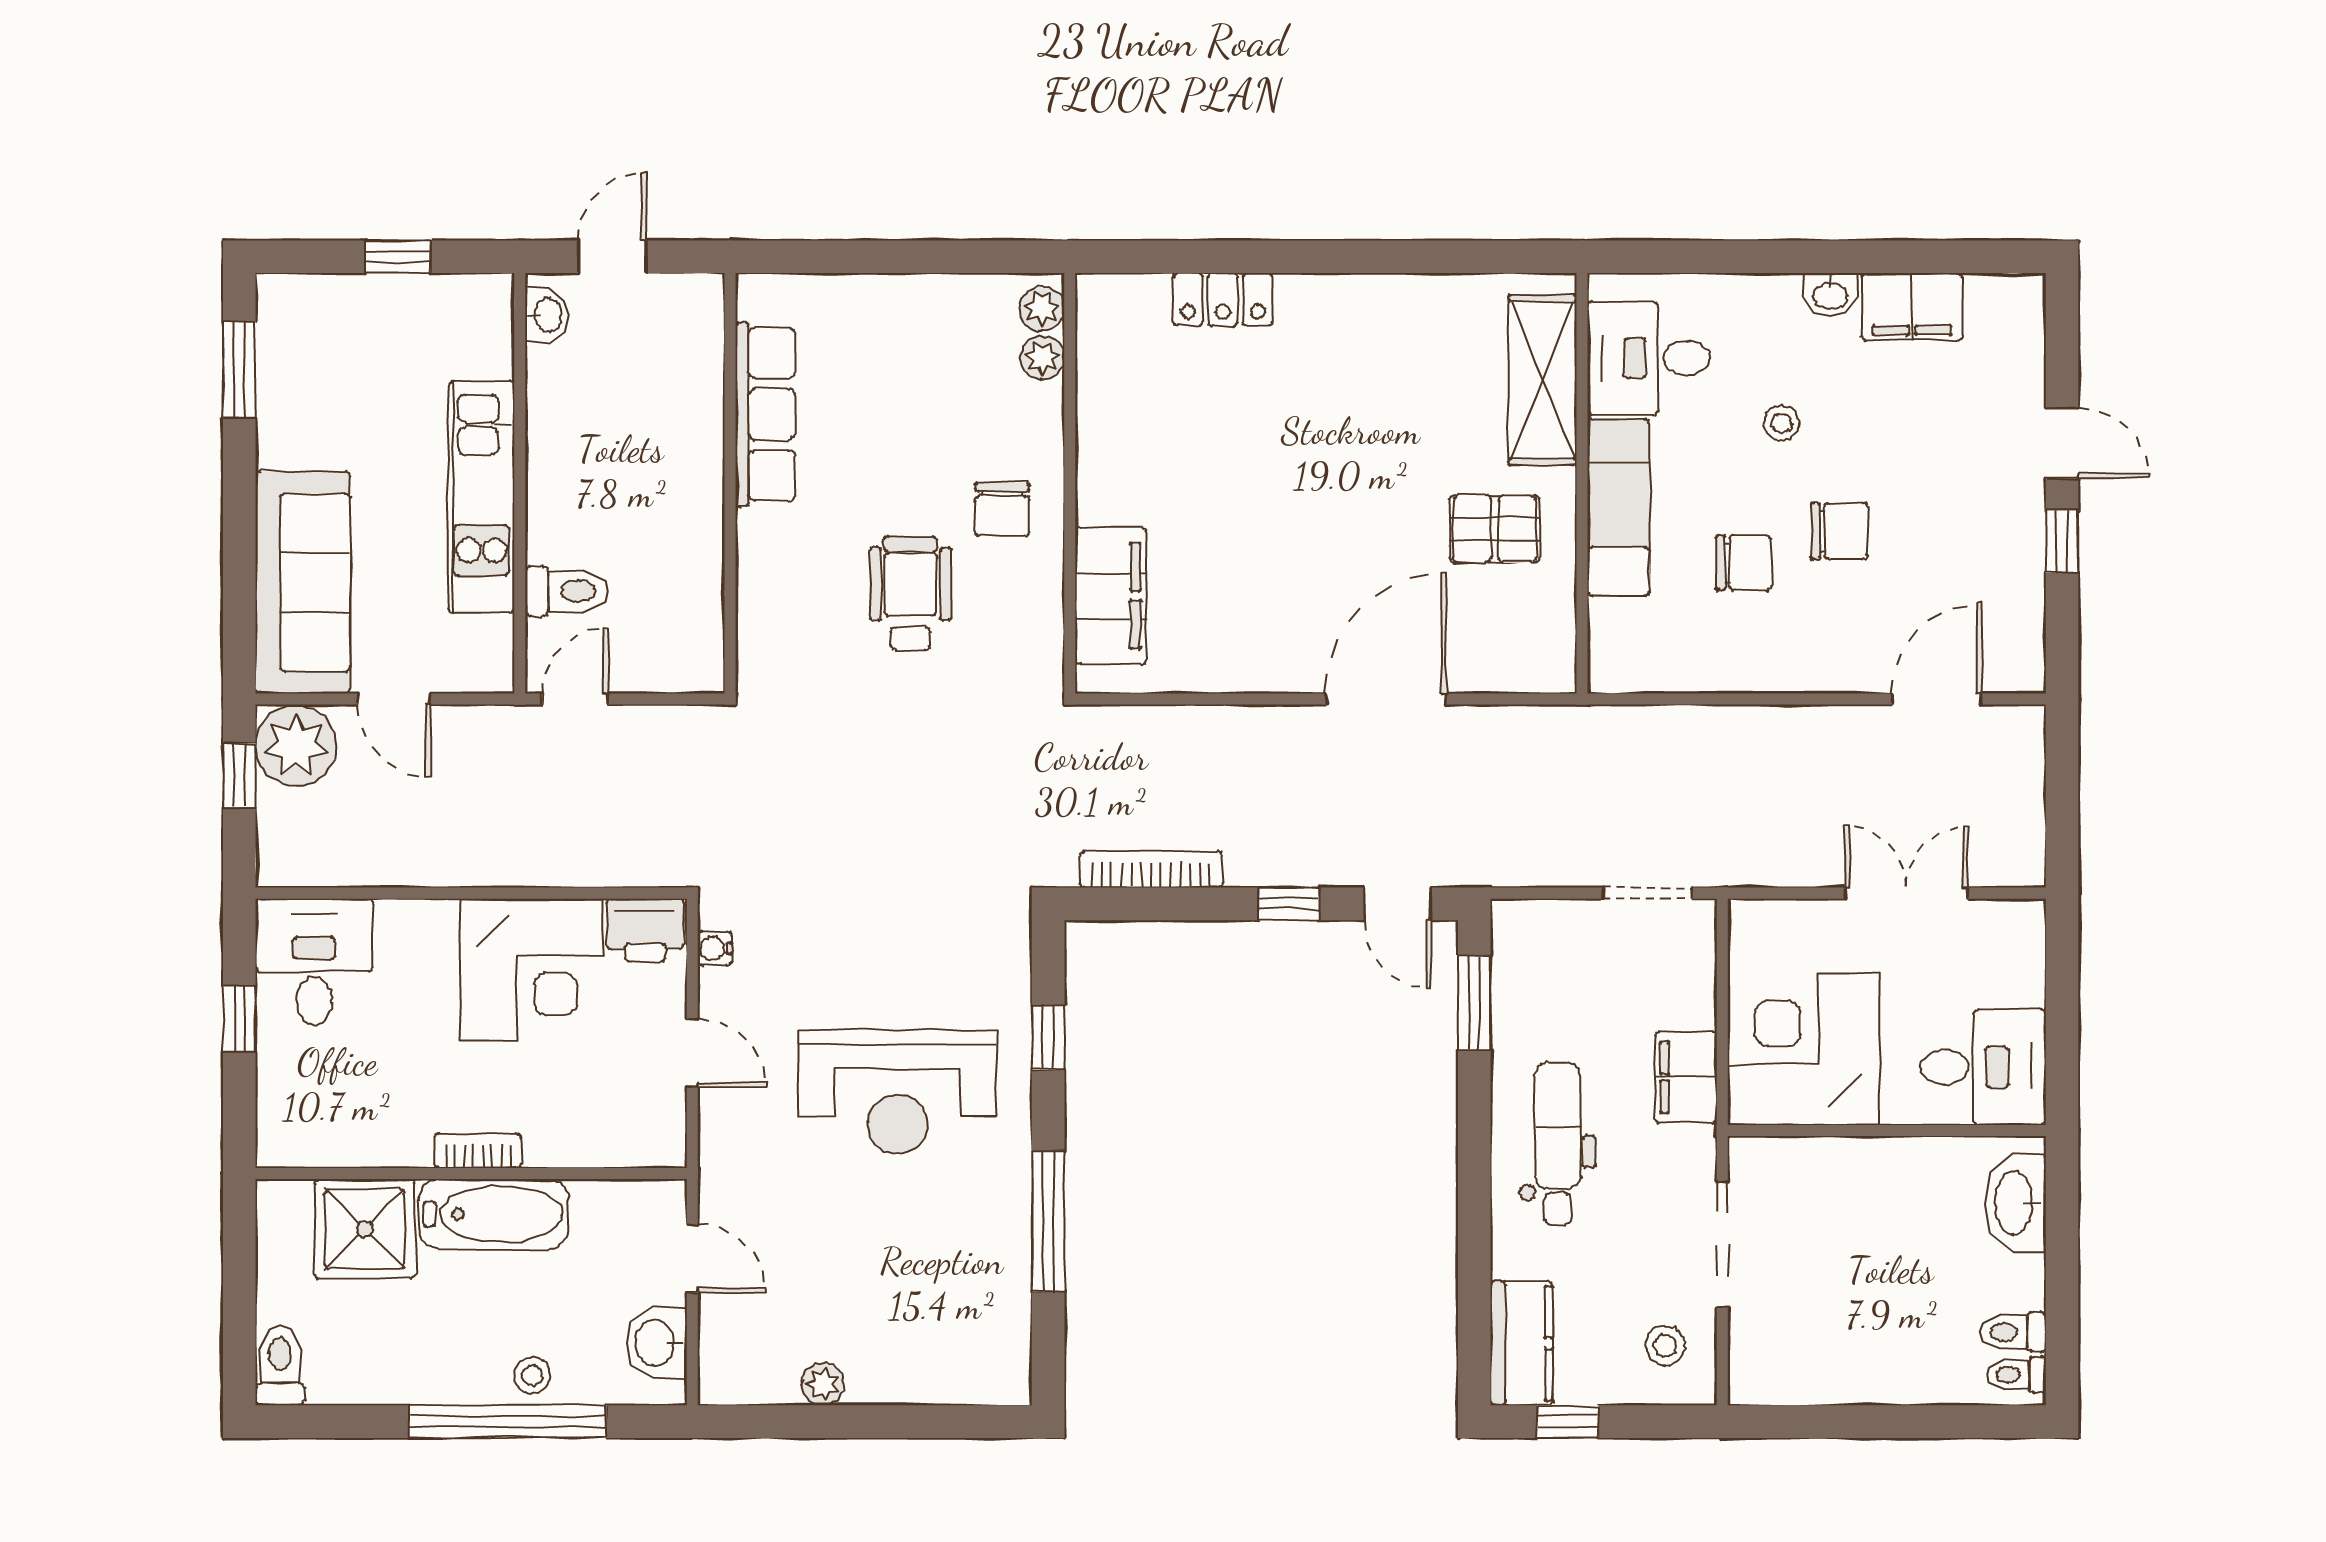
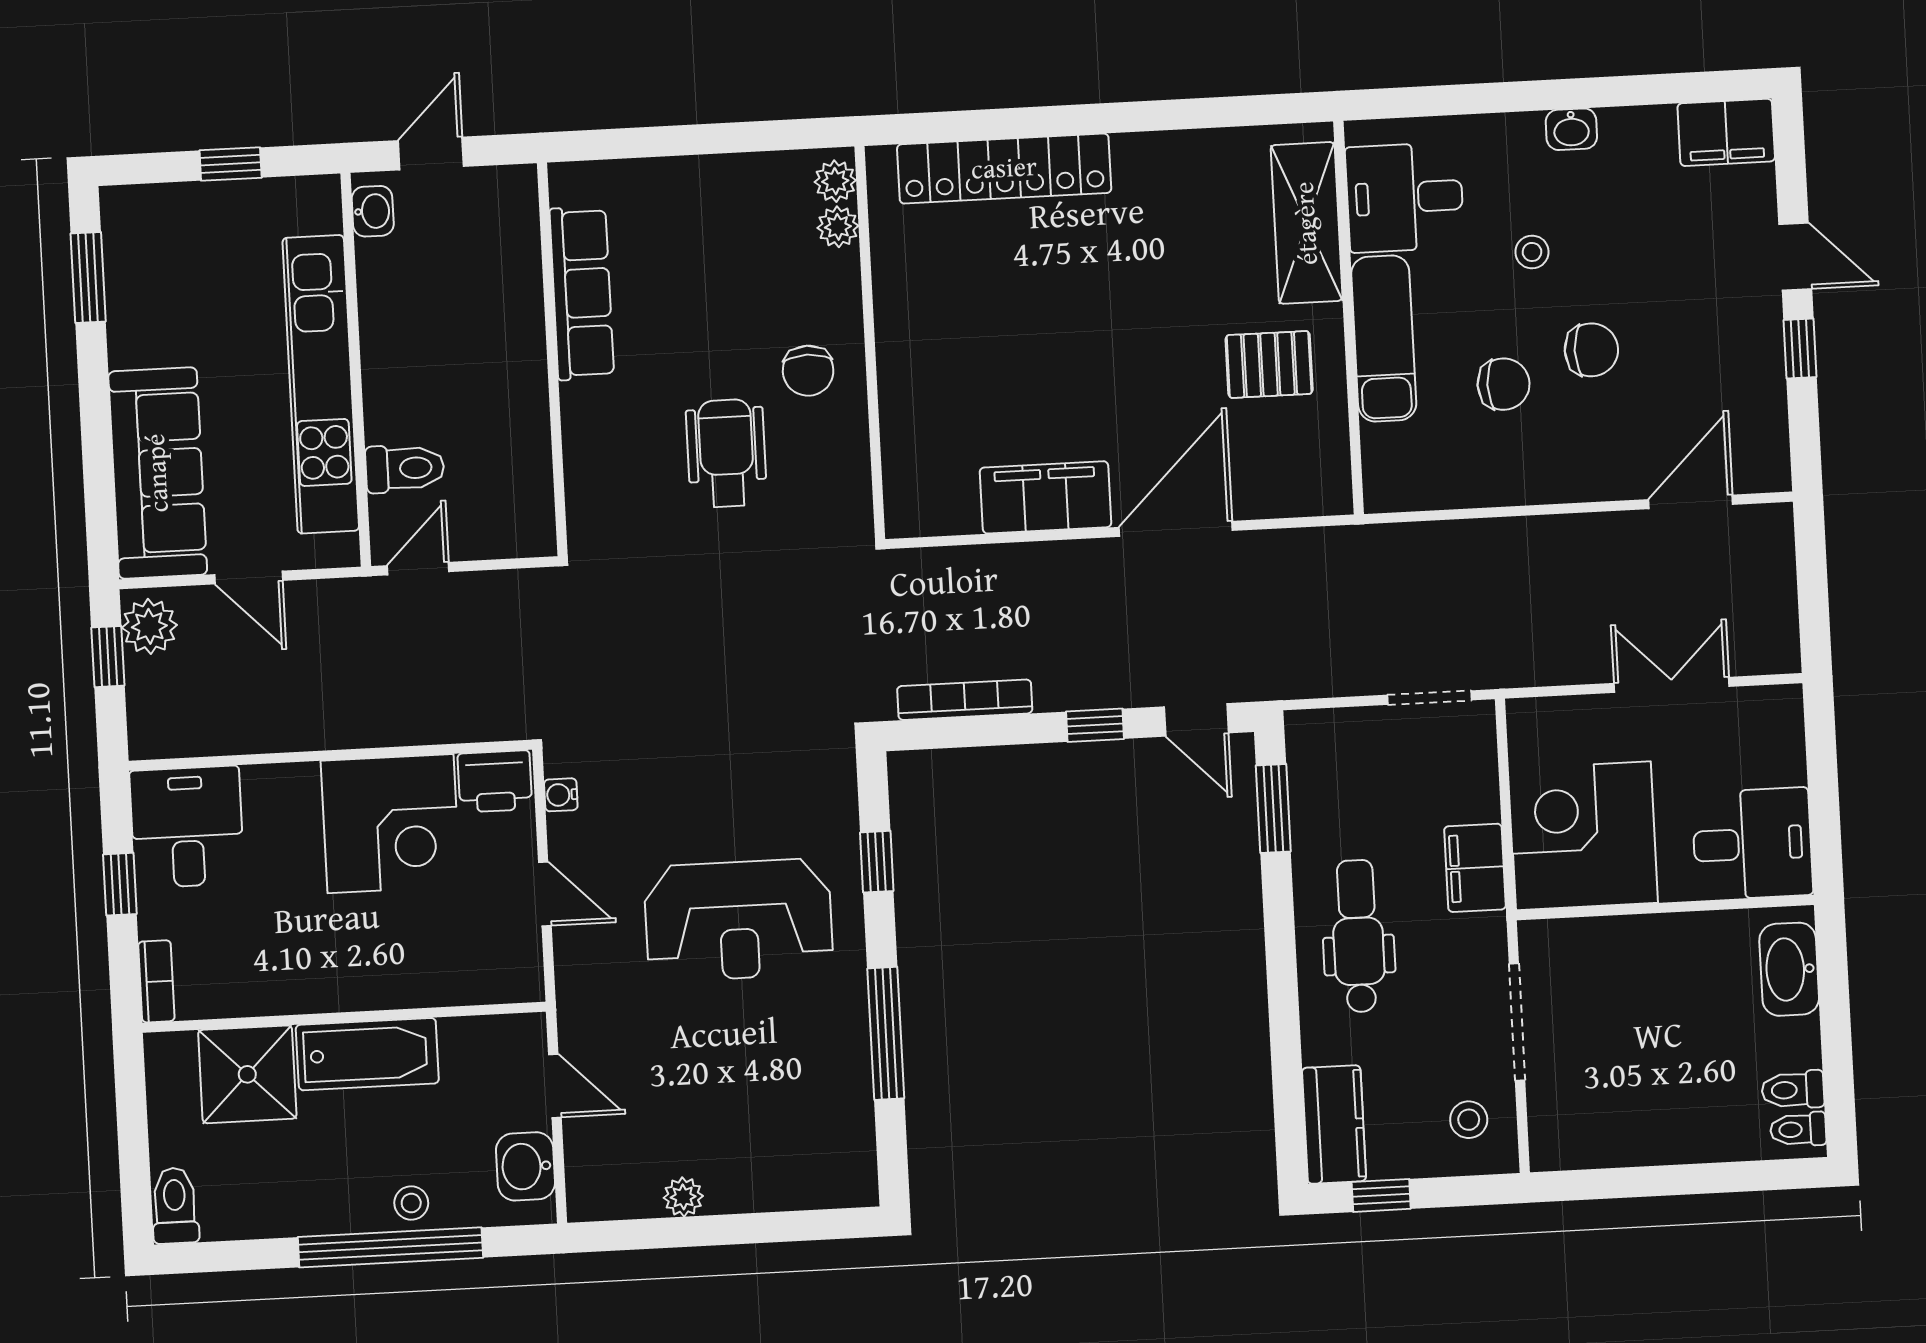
locker: (1223, 299) -> (1004, 169), width x2.16, depth x1.21
filing cabinet: (1912, 307) -> (1726, 132), moved
kitchen unit: (482, 497) -> (321, 384), width x1.36
filing cabinet: (1111, 596) -> (1045, 497), moved, turned -90
plant: (296, 746) -> (149, 626), width x0.73, depth x0.73
bookcase: (478, 1151) -> (156, 981), moved, turned 90

